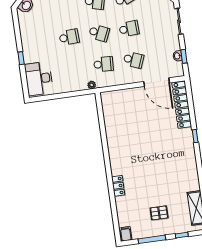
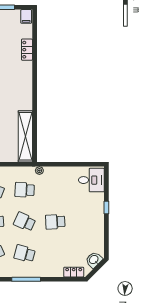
desk: (39, 79) -> (91, 180), width x0.73
shelving: (110, 117) -> (25, 136), added
locker: (118, 186) -> (27, 50), moved

